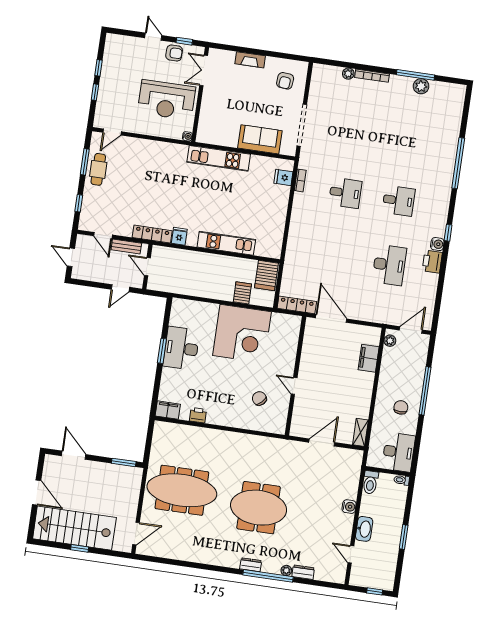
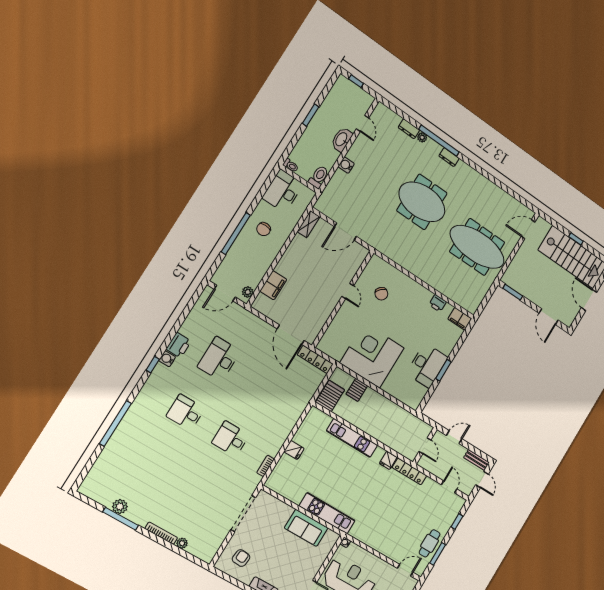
sofa: (260, 139) -> (306, 528), moved
fridge: (283, 177) -> (294, 450), moved
bench: (126, 246) -> (477, 460), moved

